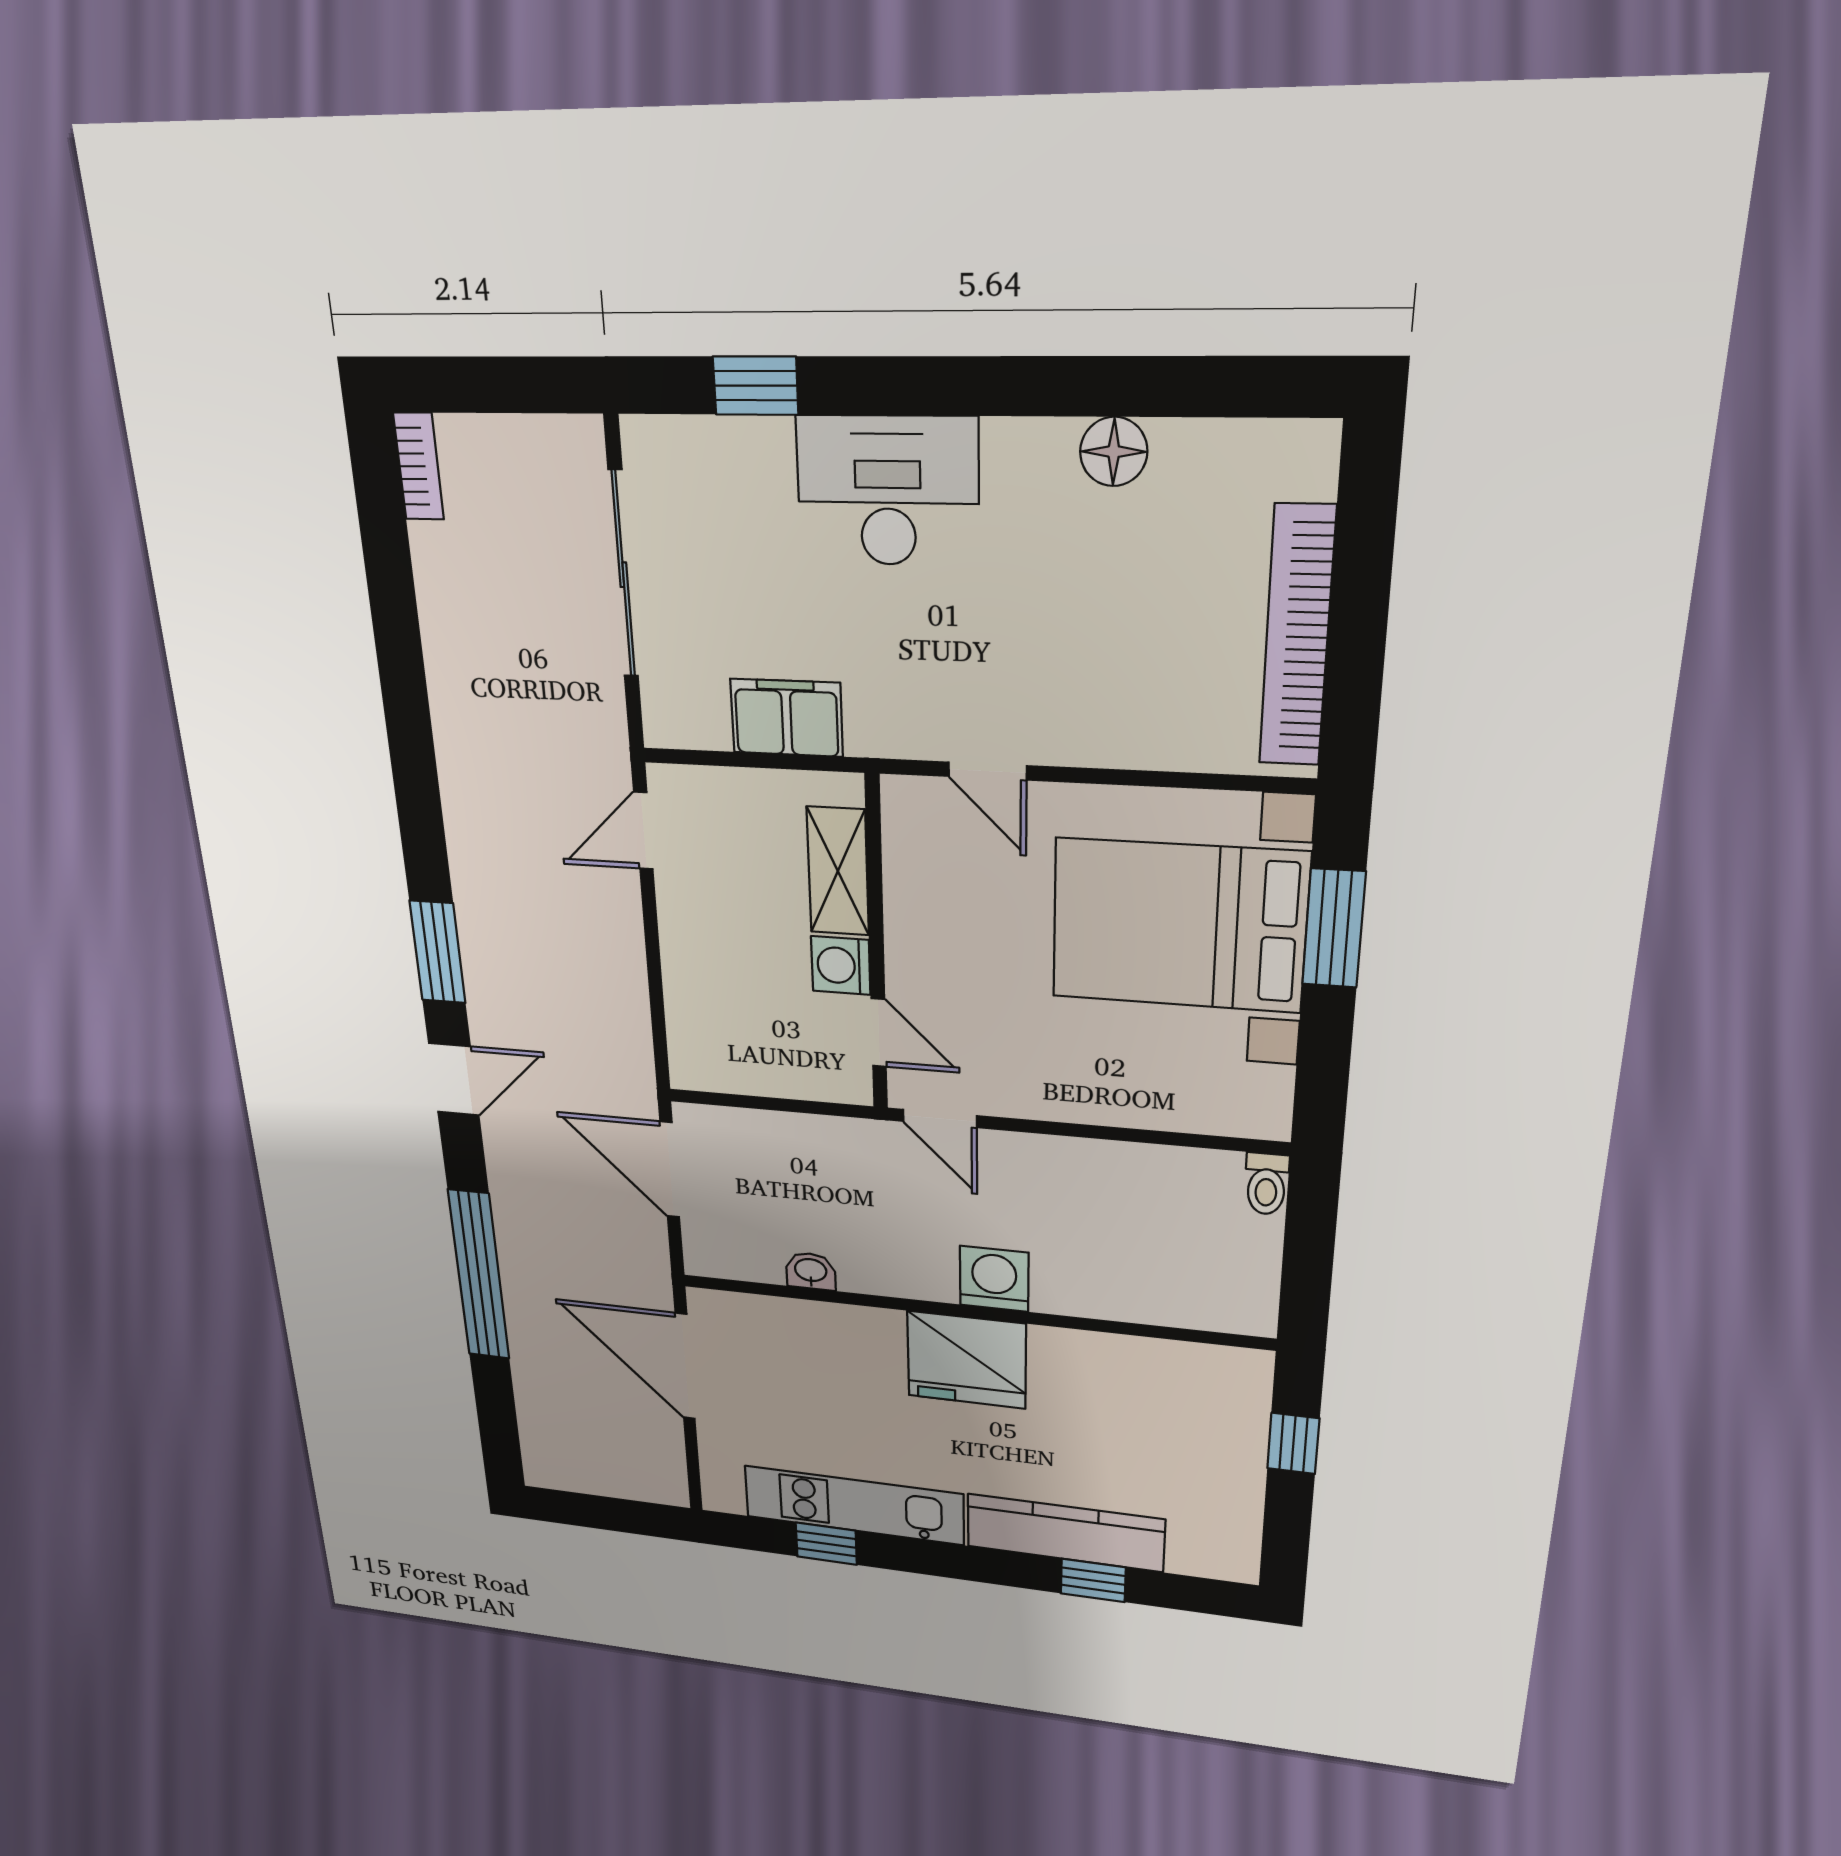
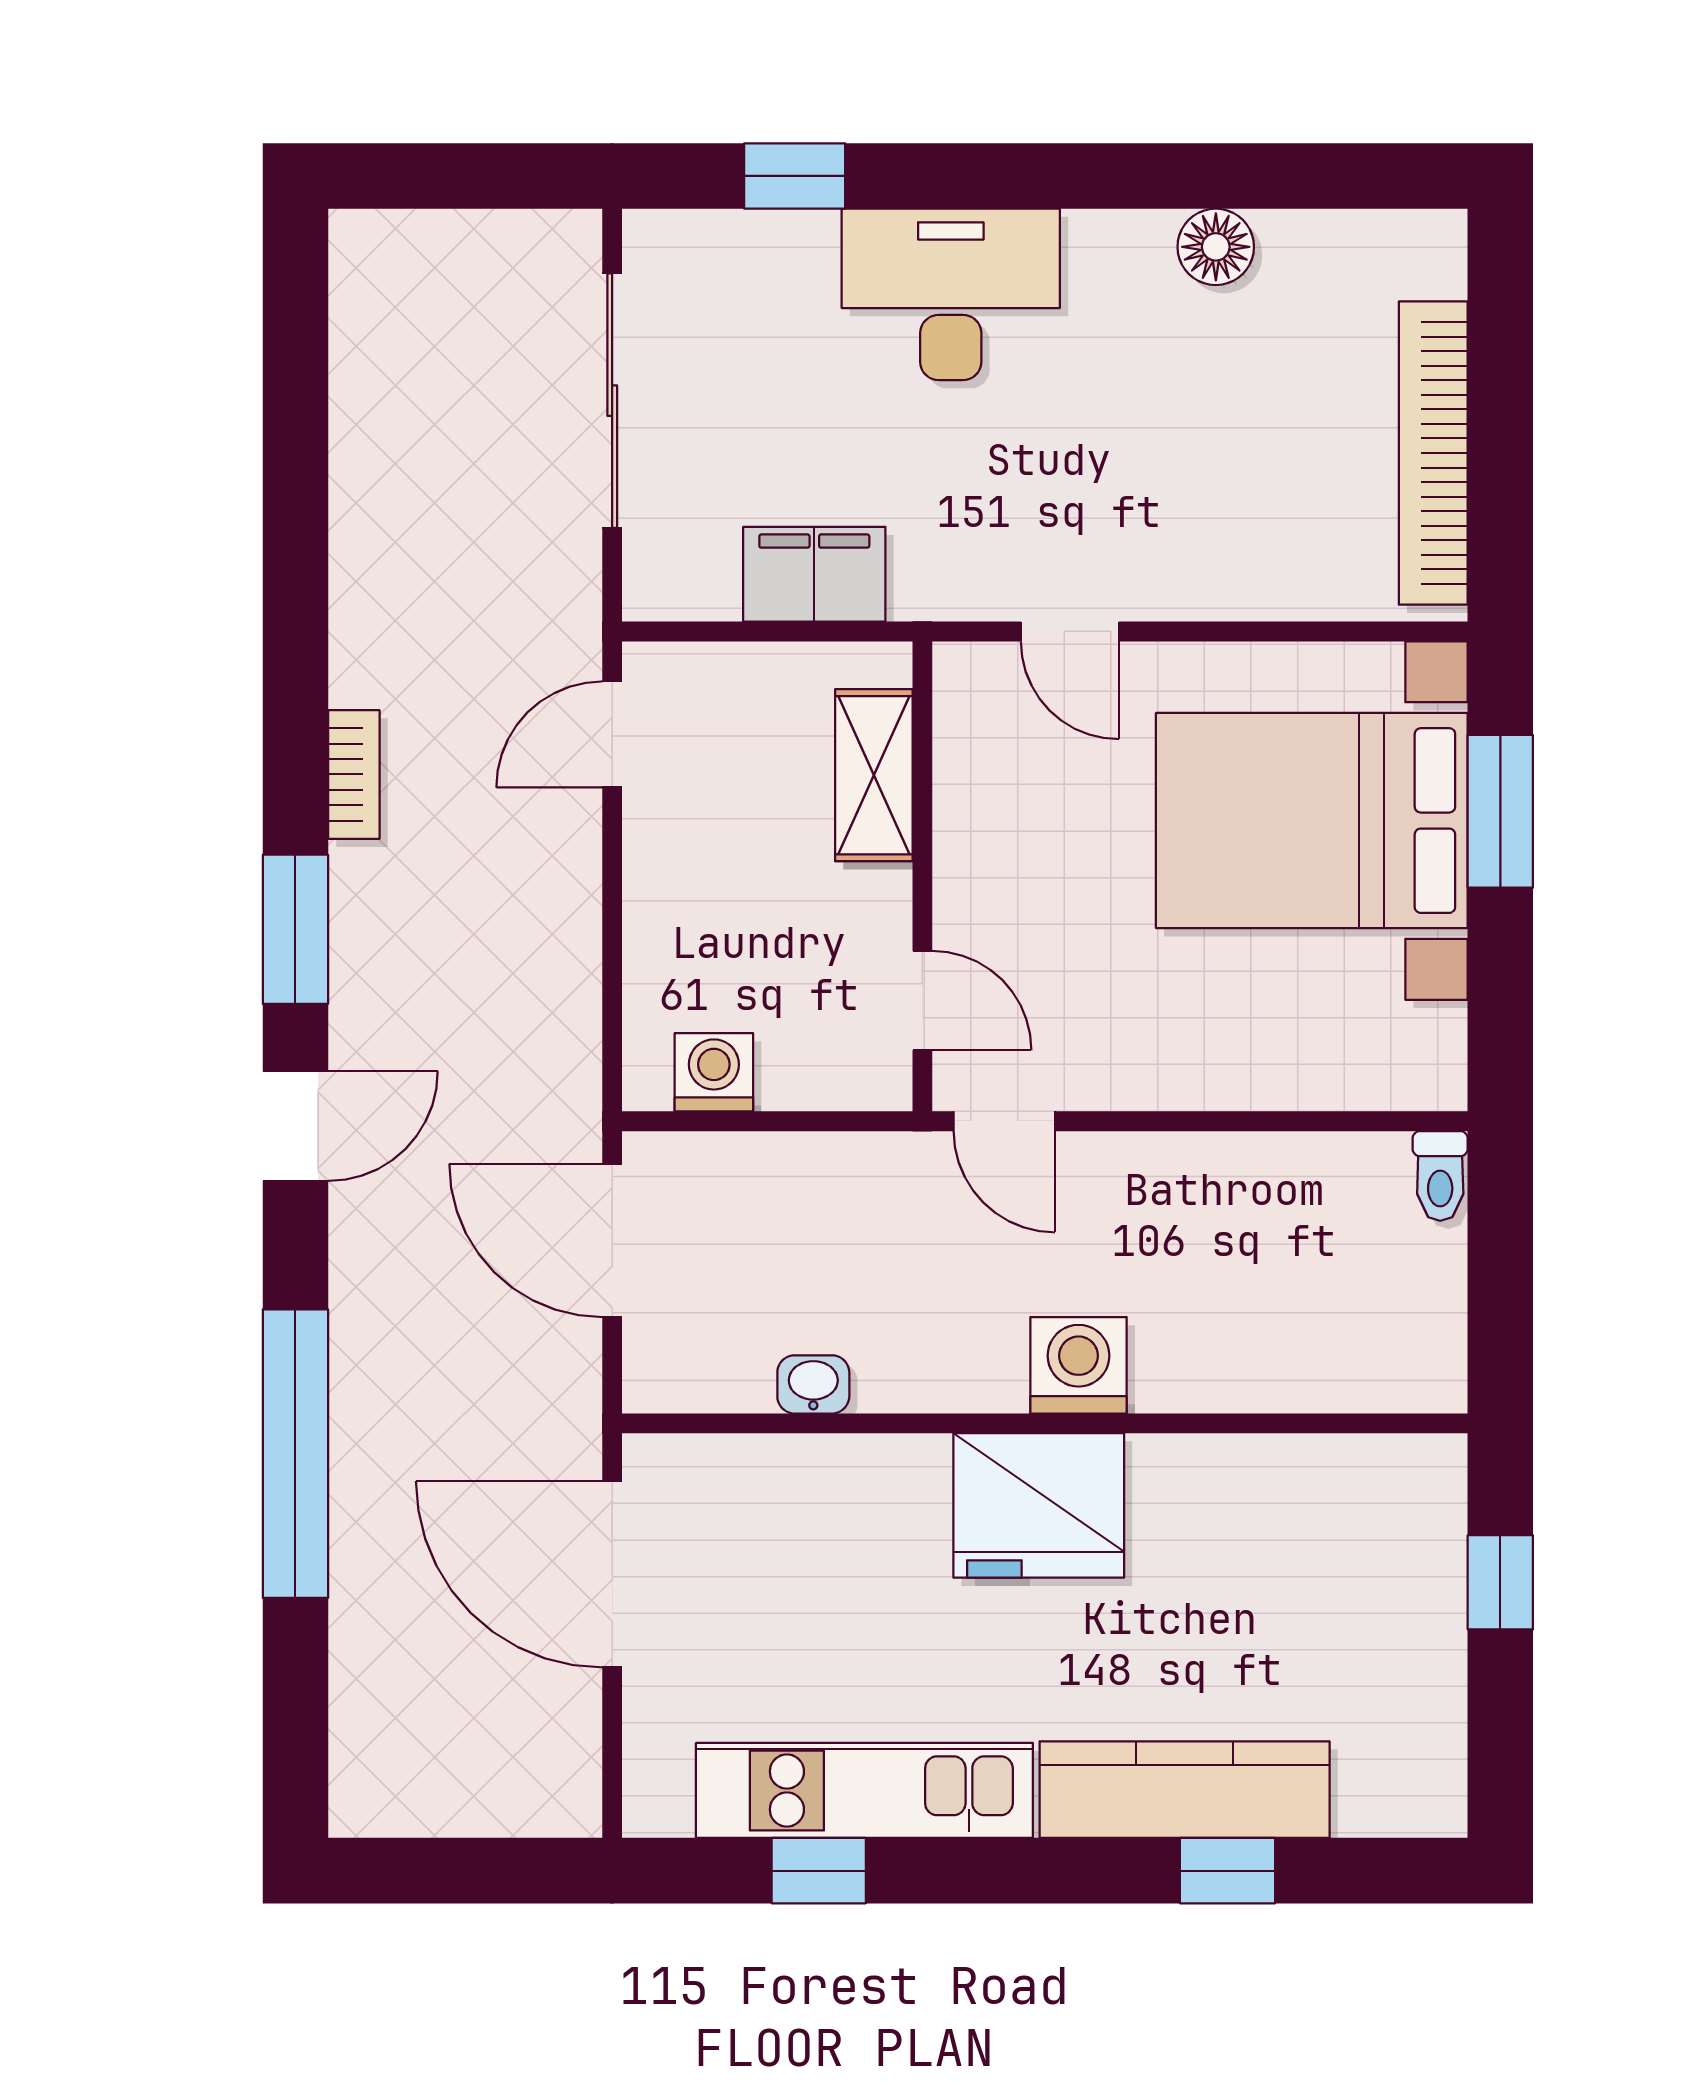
bookcase: (419, 466) -> (354, 774), moved
washing machine: (841, 965) -> (714, 1072), moved, turned 90

